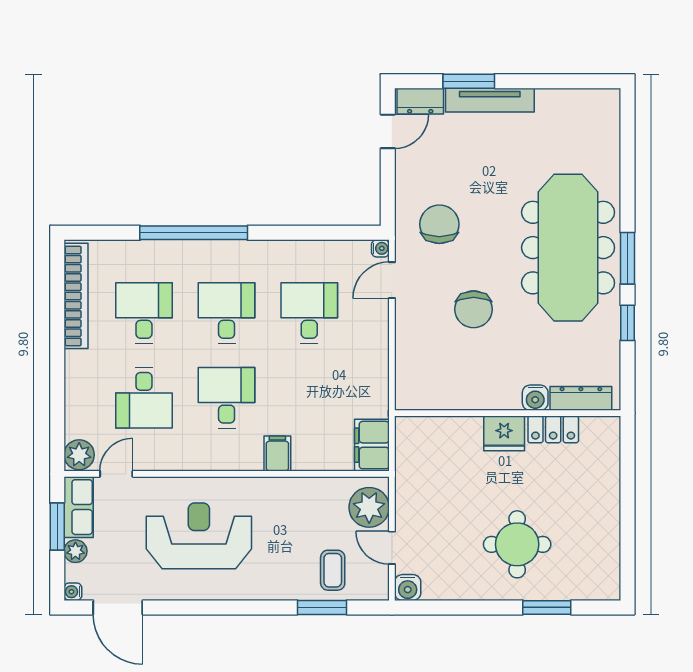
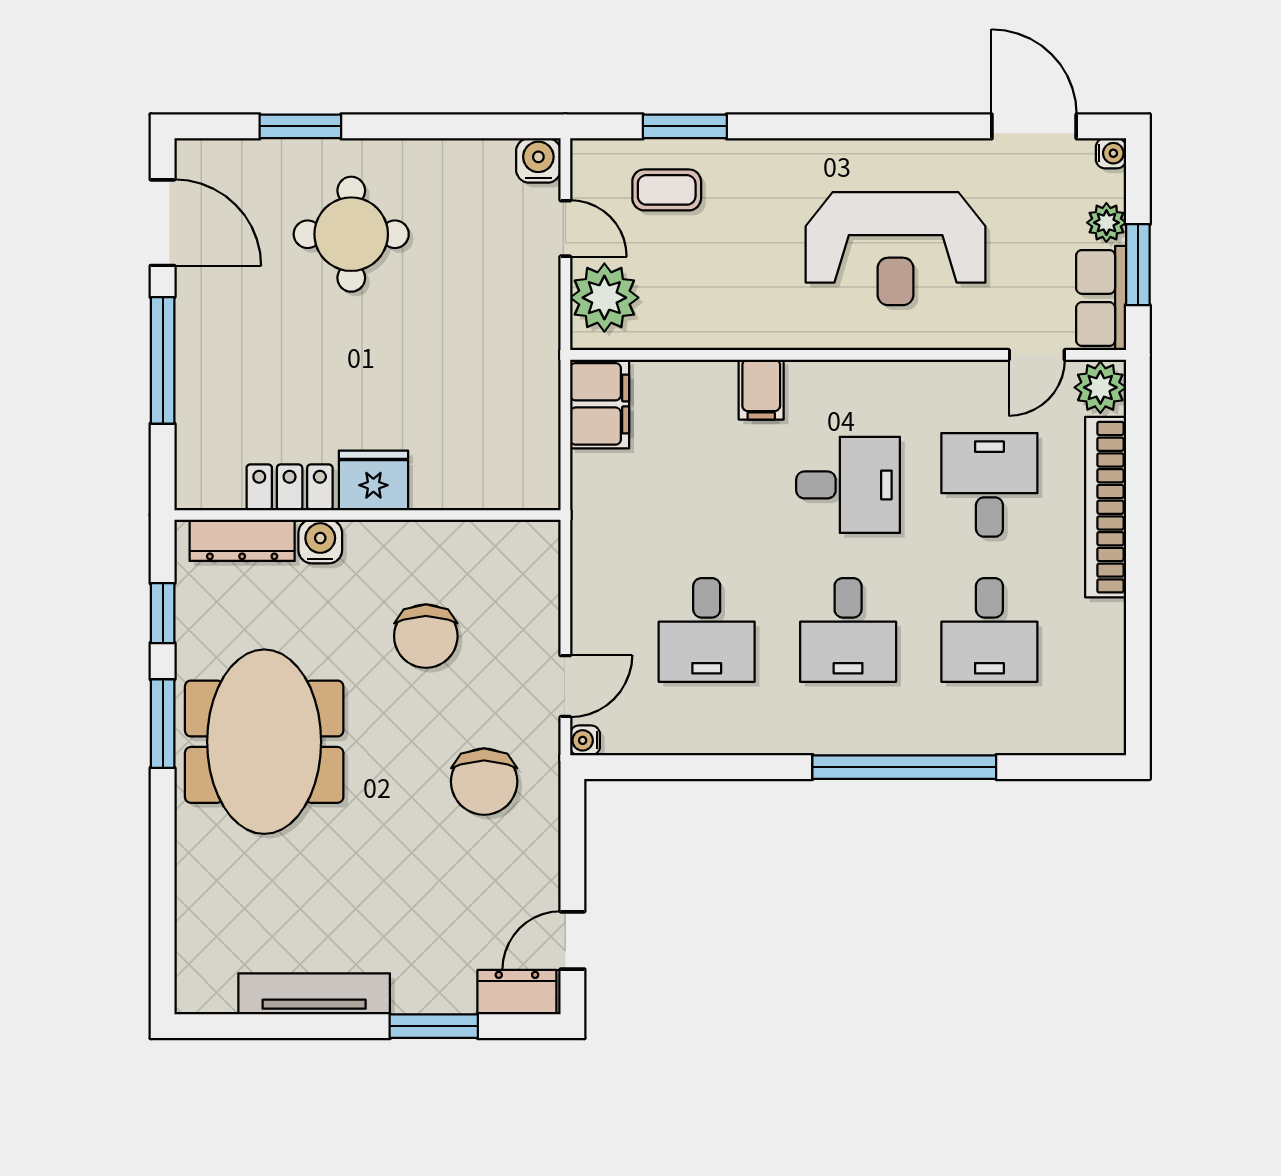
tv unit: (490, 100) -> (314, 994), moved
meeting table: (568, 248) -> (264, 742), width x0.73
bookcase: (76, 296) -> (1106, 507), moved
chair: (474, 309) -> (426, 636), turned 180
desk: (227, 398) -> (848, 485), turned -90
water cooler: (535, 398) -> (320, 542), moved
dresser: (581, 398) -> (242, 540), moved
wall: (508, 413) -> (367, 515), moved
locker: (553, 429) -> (290, 487), moved
fridge: (504, 433) -> (373, 480), moved
window: (627, 471) -> (163, 360), added
door: (627, 551) -> (163, 223), added
coffee table: (333, 570) -> (667, 190), turned 90

